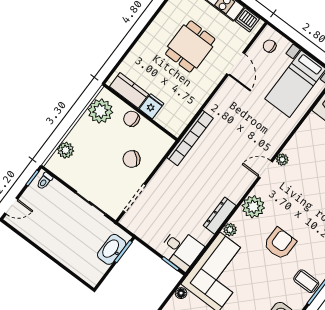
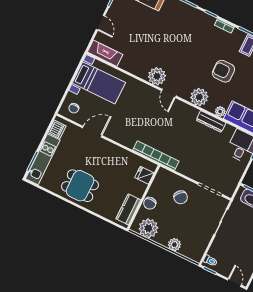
dining table: (190, 46) -> (80, 186), moved
fridge: (152, 106) -> (144, 175), moved
plant: (66, 150) -> (174, 245), moved
plant: (282, 160) -> (157, 76), width x1.87, depth x1.87

